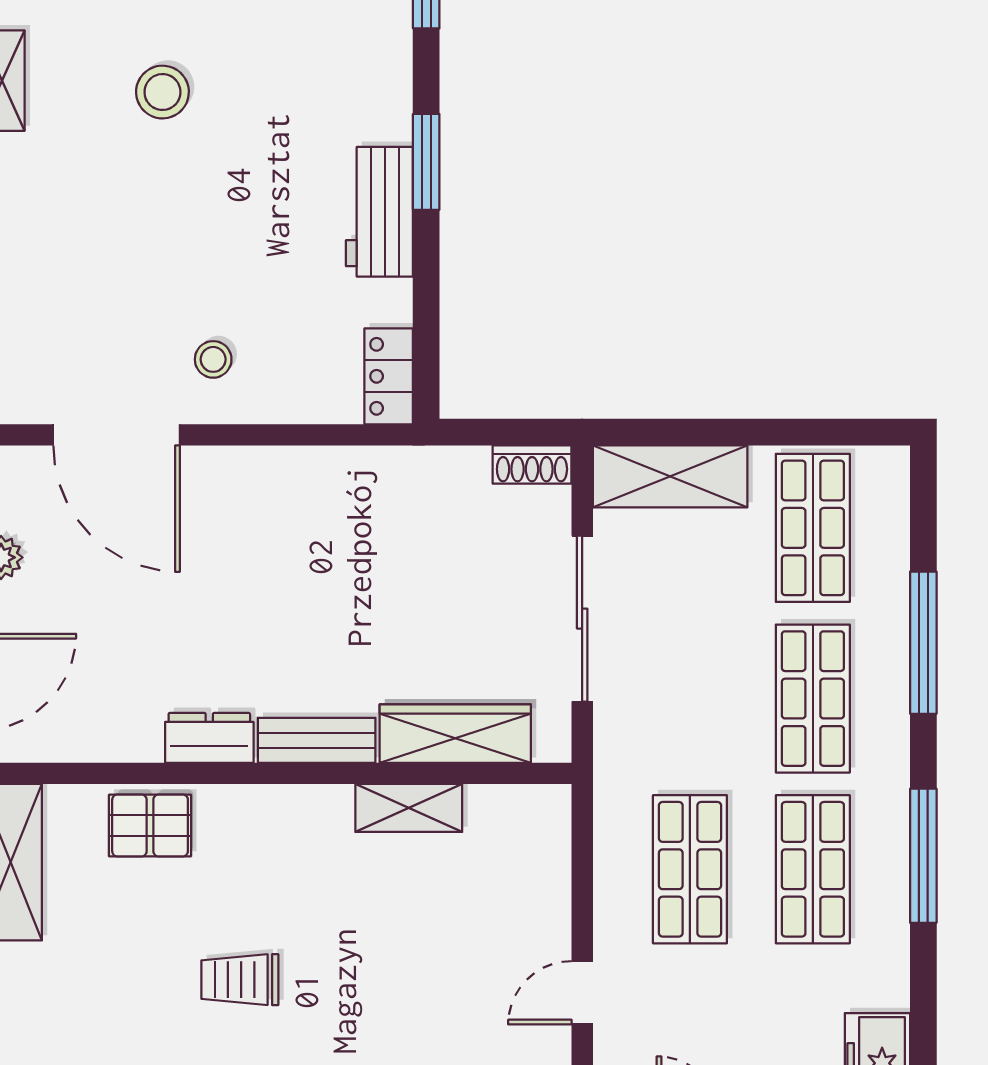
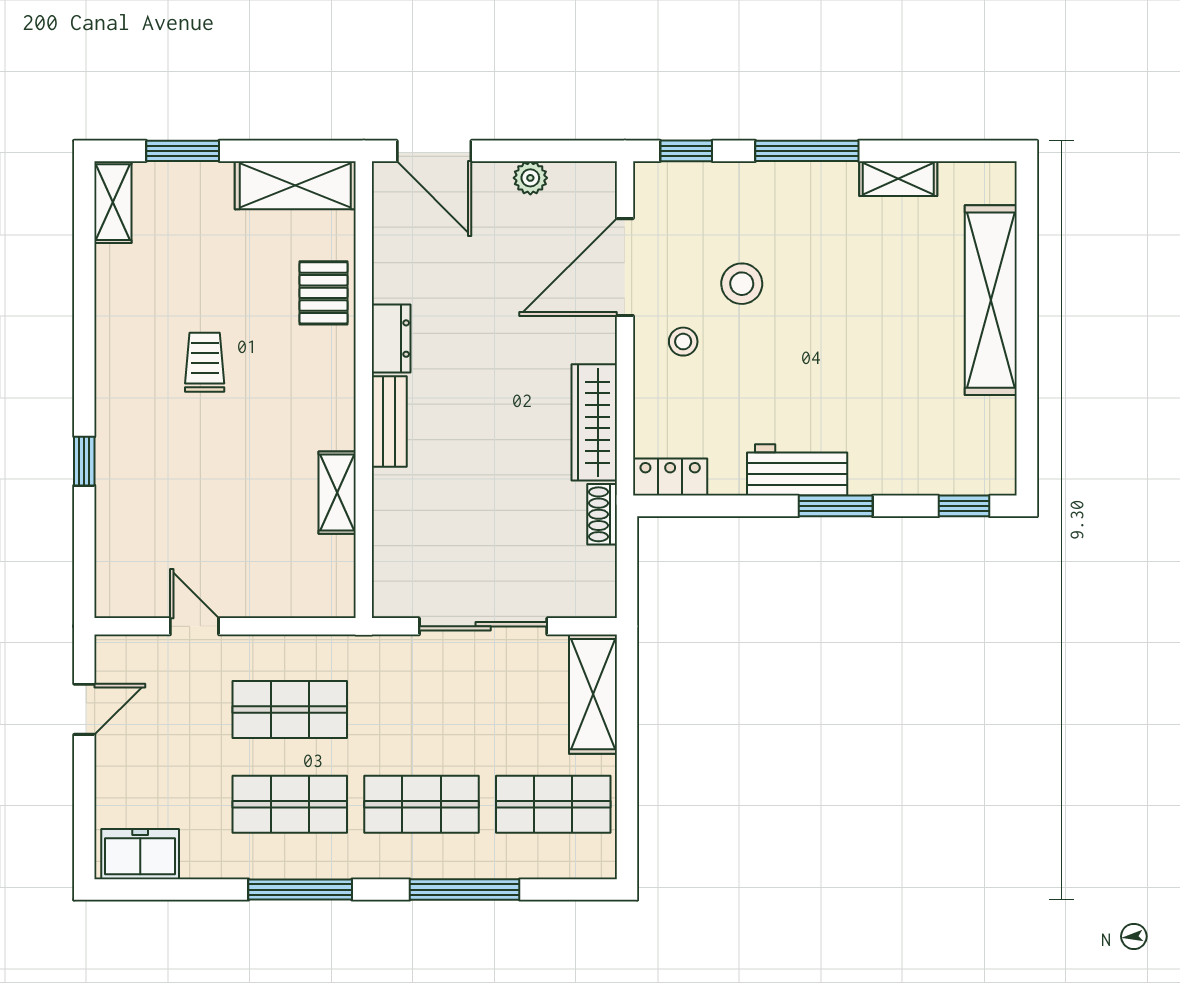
stool: (162, 92) -> (742, 284), moved
shoe rack: (532, 465) -> (602, 514), moved
wardrobe: (455, 734) -> (594, 422), moved, turned 180

